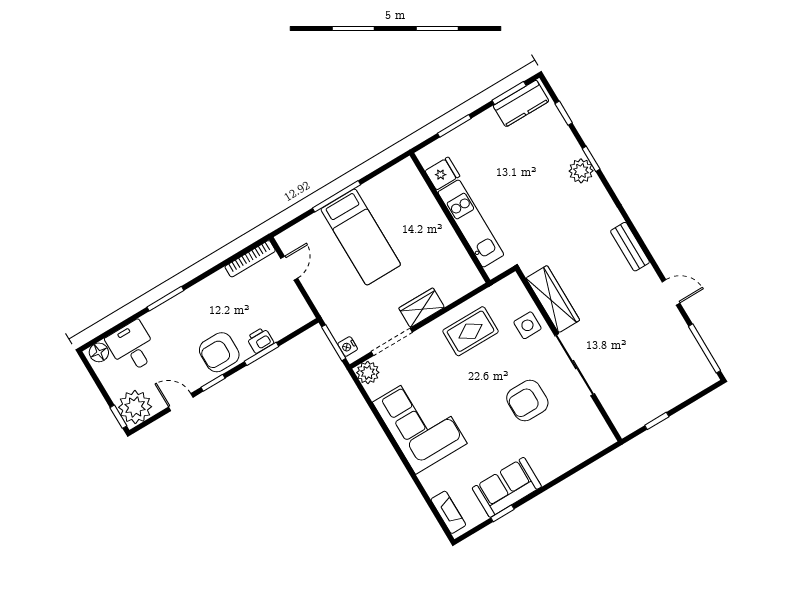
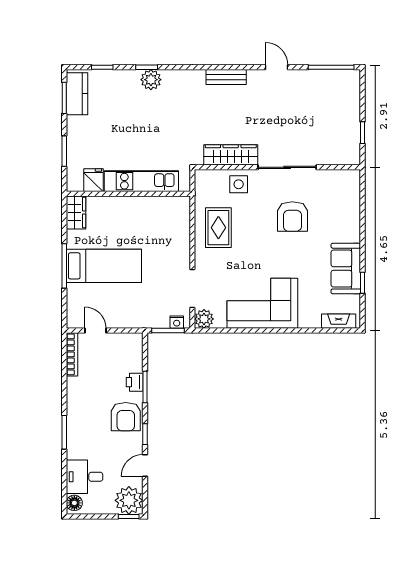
door: (671, 292) -> (277, 67), hinge flipped
wardrobe: (422, 308) -> (76, 212), moved, turned 180

